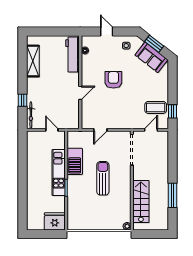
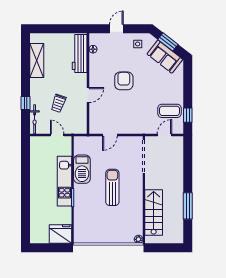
door: (107, 31) -> (116, 29), hinge flipped
trolley: (53, 101) -> (58, 103), added

